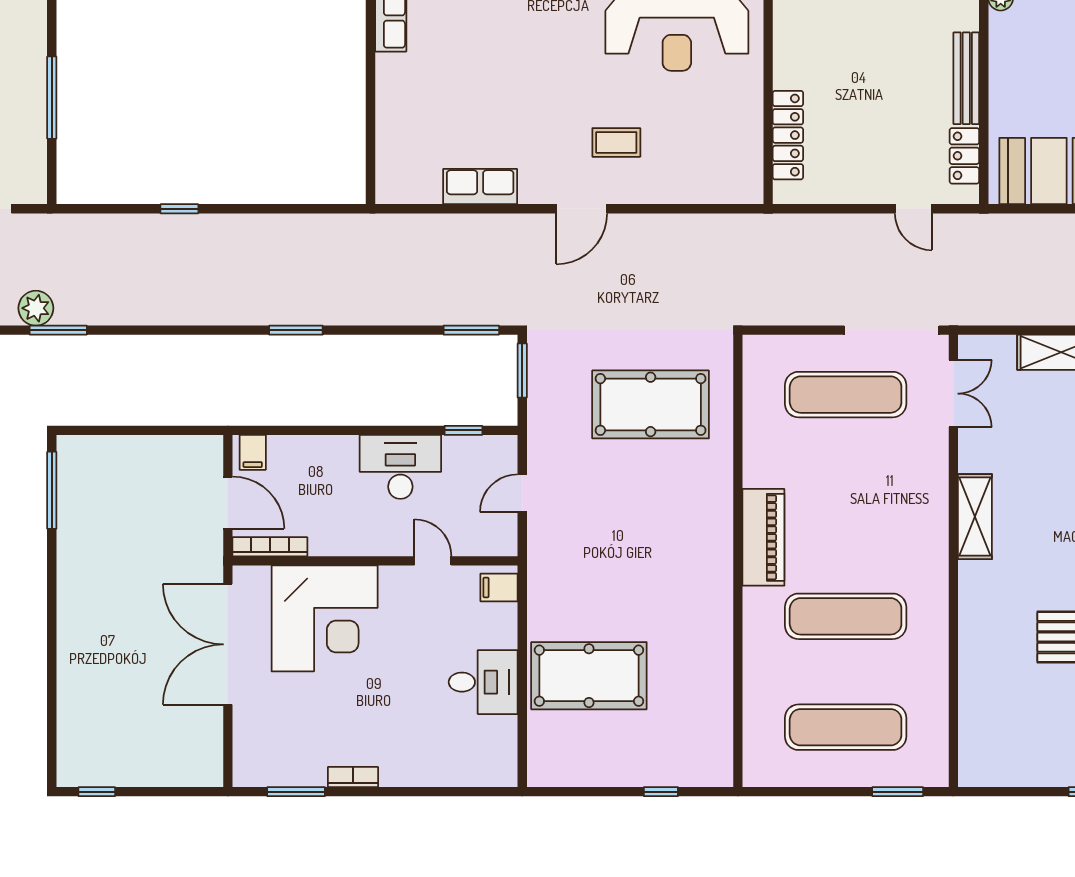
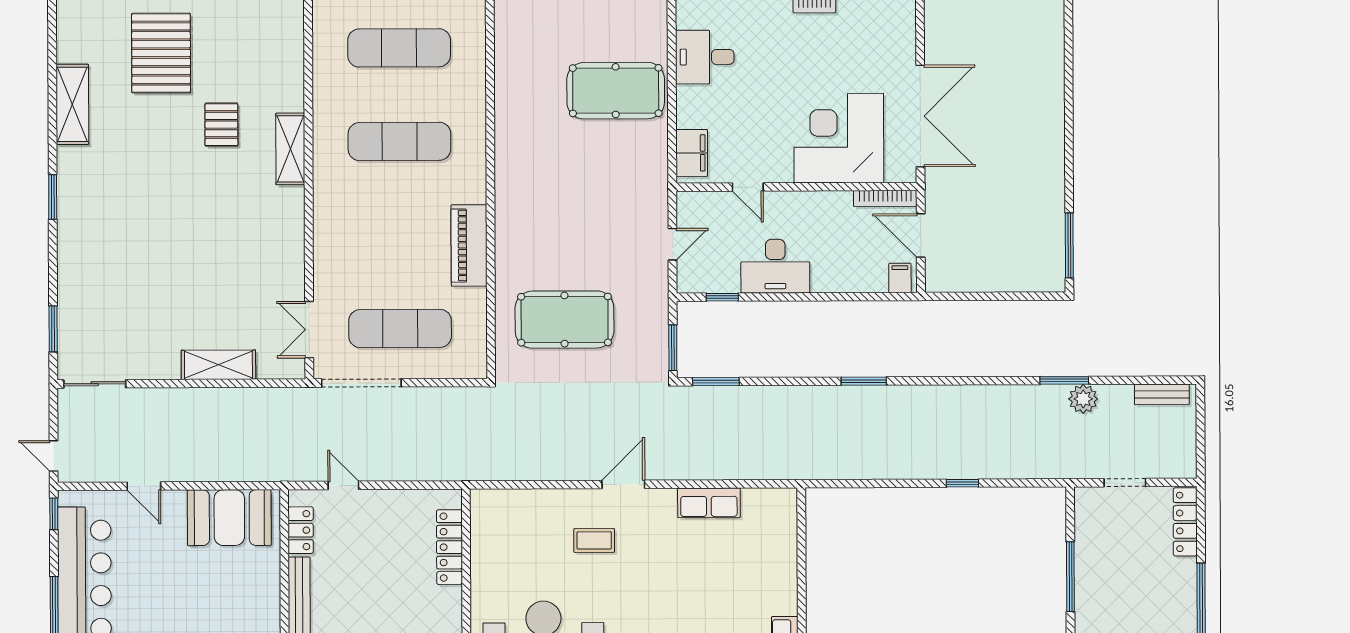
shelving: (975, 517) -> (290, 149), moved
piano: (763, 537) -> (469, 245), moved
filing cabinet: (499, 588) -> (692, 153), width x2.00
desk: (483, 682) -> (705, 57), moved

